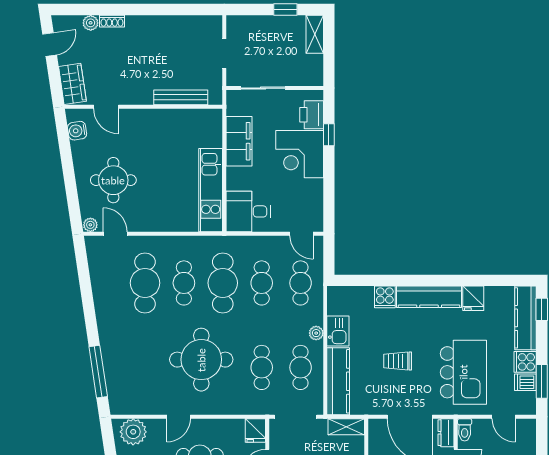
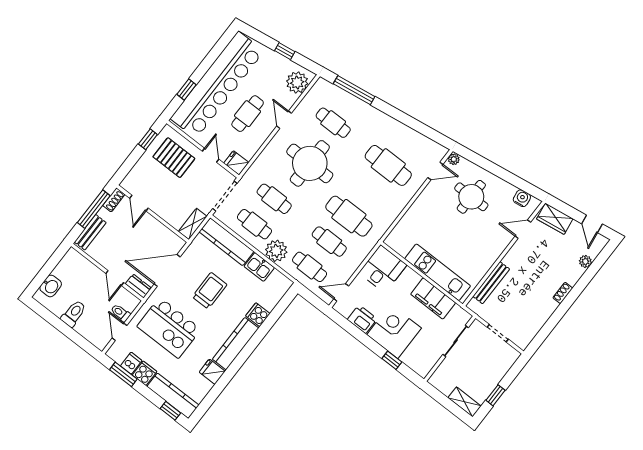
shoe rack: (112, 21) -> (563, 293), moved
printer: (312, 115) -> (362, 319), moved
kitchen unit: (211, 190) -> (438, 272), moved
cafe table: (184, 283) -> (333, 123), moved
plant: (316, 333) -> (276, 251), width x1.88, depth x1.88
trolley: (398, 361) -> (210, 291), width x1.36, depth x1.39
door: (504, 417) -> (120, 332), hinge flipped
toilet: (465, 430) -> (121, 313), moved

